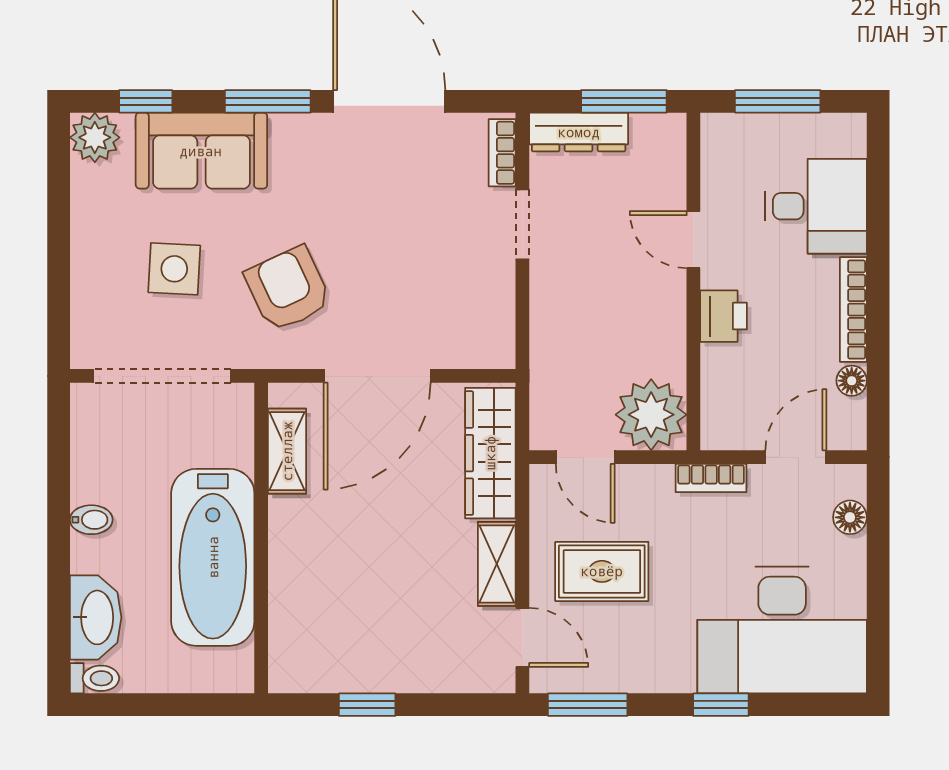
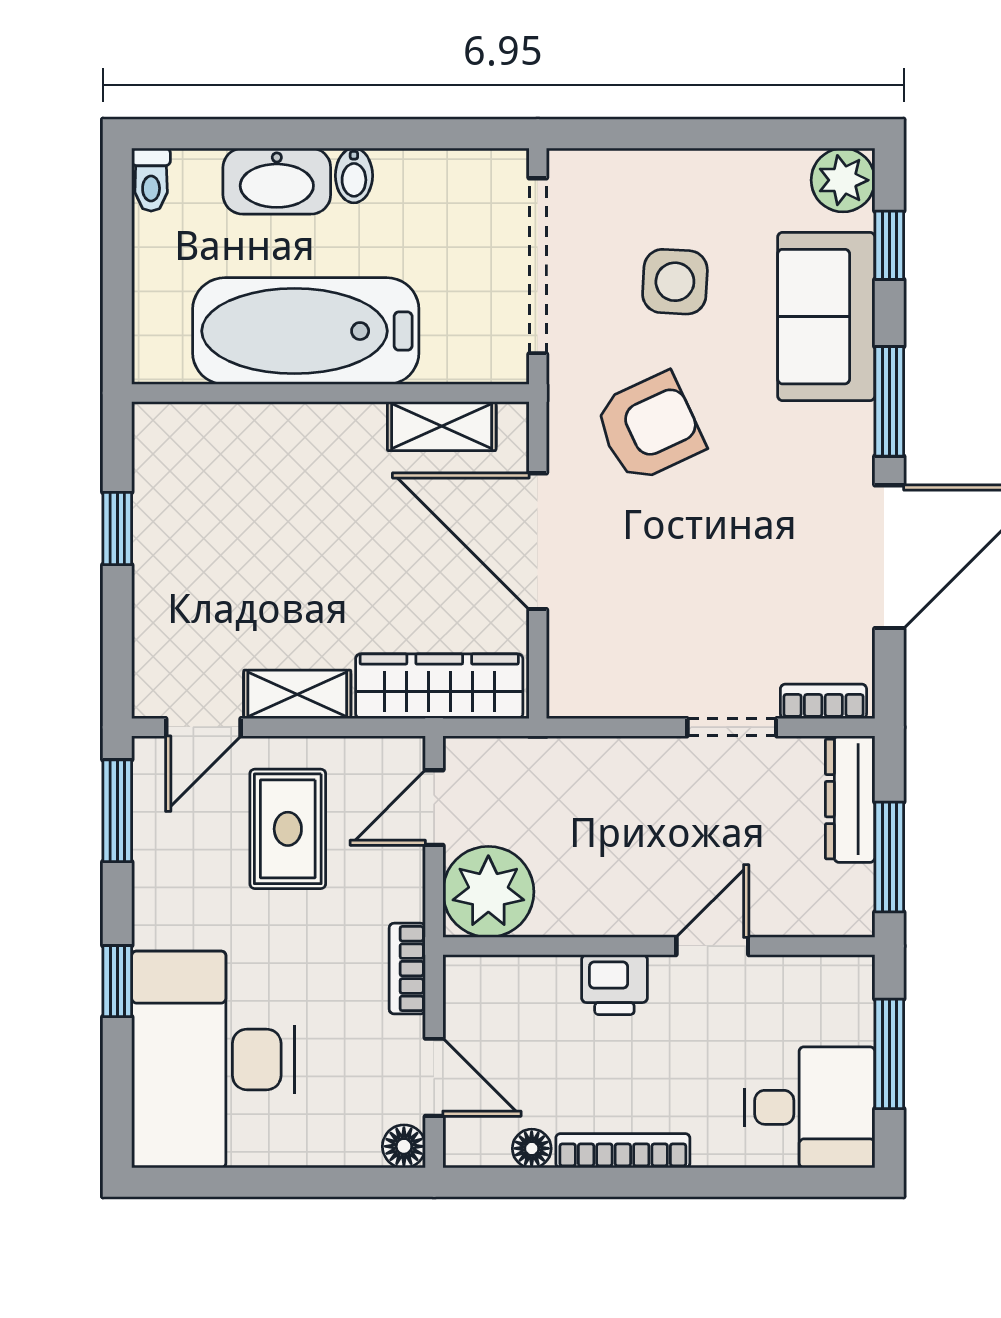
desk: (816, 206) -> (810, 1107), moved, turned -90
floor lamp: (850, 517) -> (404, 1146), moved
washbasin: (96, 617) -> (277, 181), moved

